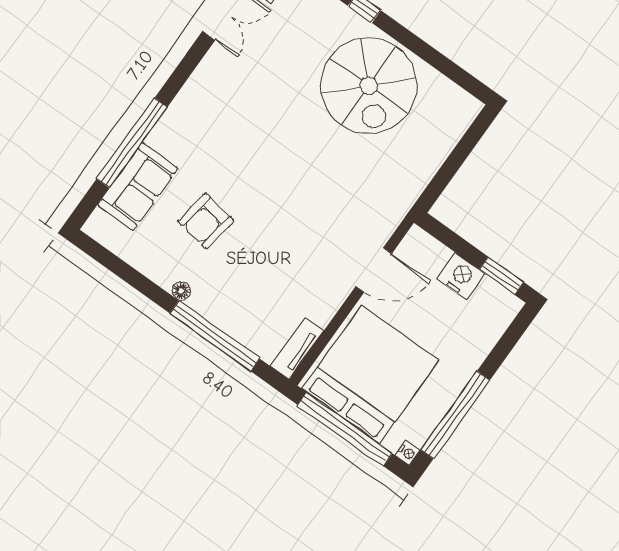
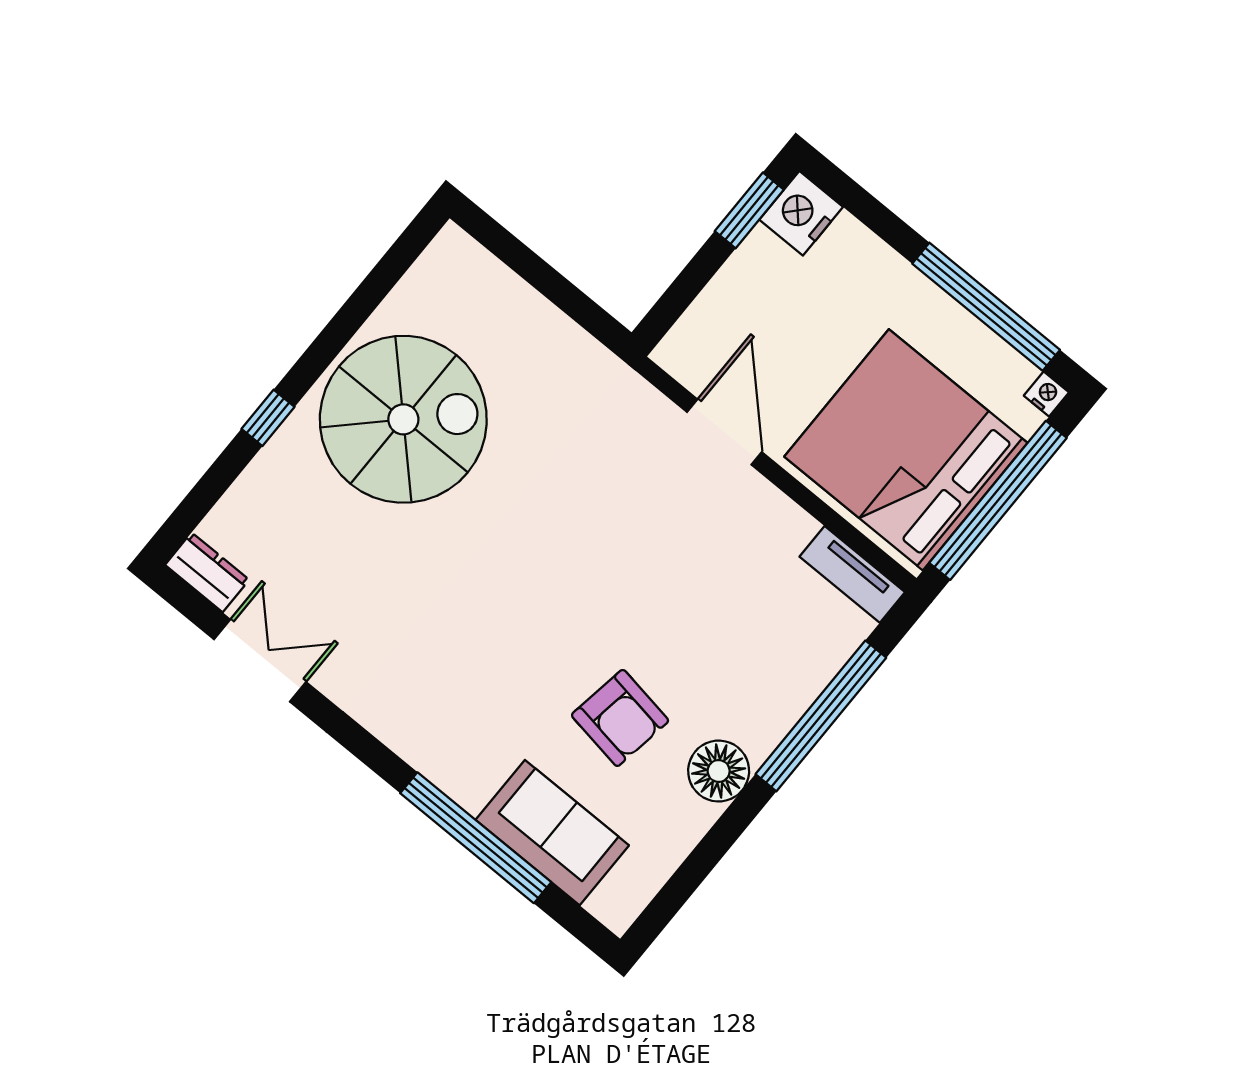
nightstand: (461, 276) -> (801, 213), moved
floor lamp: (181, 291) -> (719, 771), width x1.89, depth x1.89

